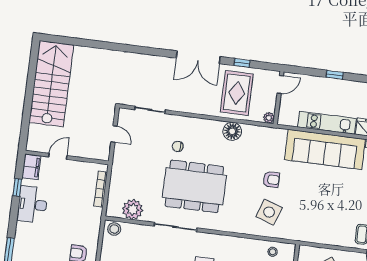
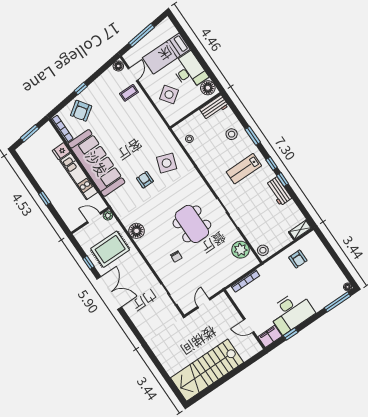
door: (280, 84) -> (94, 218), moved
dining table: (194, 186) -> (192, 224), width x0.73, depth x0.80
desk: (32, 205) -> (291, 312), width x1.36, depth x1.30

